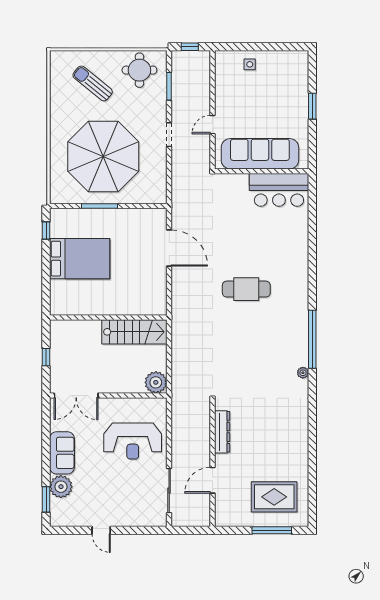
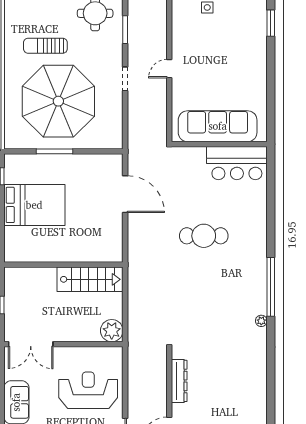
sun lounger: (93, 83) -> (45, 46), moved, turned -39
window: (312, 106) -> (271, 23), moved
sofa: (260, 154) -> (218, 126), moved
wall: (262, 171) -> (219, 144), moved
bar counter: (279, 190) -> (237, 163), moved
reception desk: (133, 441) -> (88, 390), turned 180

